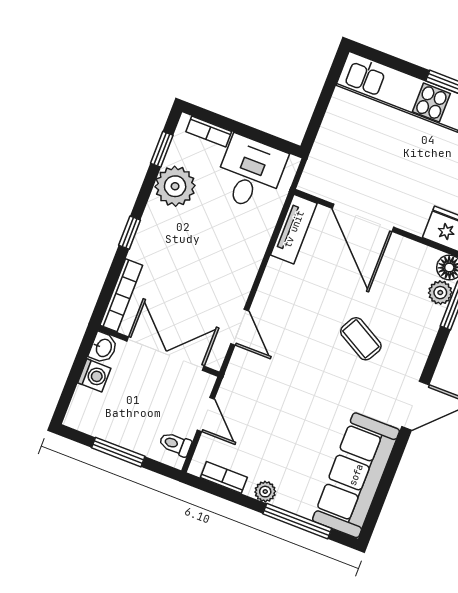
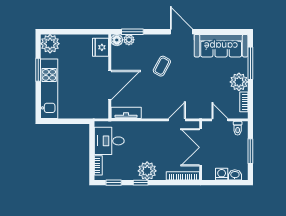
plant: (175, 186) -> (147, 171), moved
window: (130, 233) -> (141, 183), moved
washbasin: (103, 348) -> (235, 175), moved
door: (206, 415) -> (220, 120), hinge flipped
plant: (265, 492) -> (239, 82), width x1.87, depth x1.87

